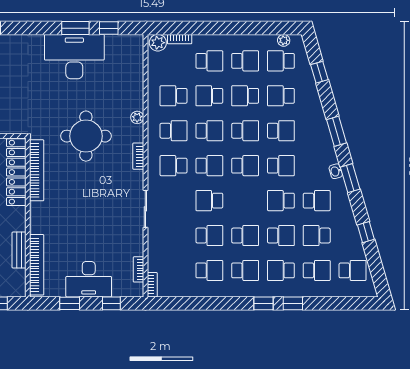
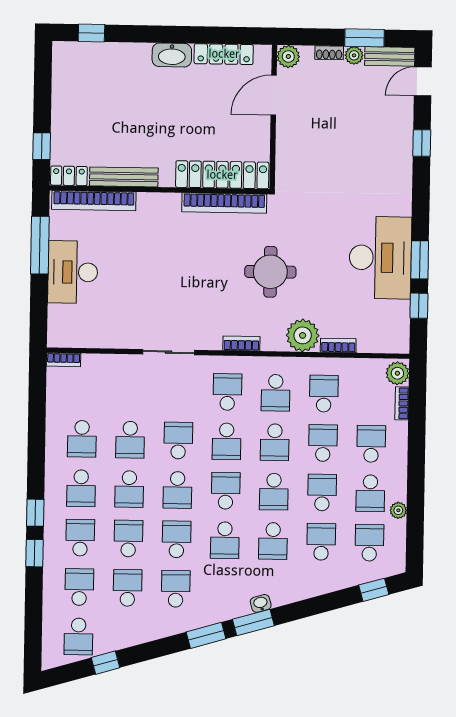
plant: (284, 40) -> (398, 510), moved
school desk: (209, 61) -> (371, 444), turned 180
window: (319, 72) -> (374, 590), moved
plant: (137, 117) -> (303, 335), width x1.88, depth x1.88
window: (337, 131) -> (253, 623), moved
round table: (86, 136) -> (270, 272), width x0.73, depth x0.73
school desk: (245, 166) -> (226, 491), turned 180
washbasin: (336, 171) -> (261, 603), moved
school desk: (245, 201) -> (177, 490), added
school desk: (317, 201) -> (176, 589), turned 180
window: (366, 232) -> (105, 663), moved
school desk: (281, 236) -> (128, 538), turned 180
bench: (19, 250) -> (124, 177), width x1.36
bookcase: (138, 269) -> (338, 345), moved
school desk: (317, 270) -> (79, 587), turned 180
locker: (19, 283) -> (69, 176), added
window: (70, 303) -> (40, 245), width x2.17
window: (111, 303) -> (39, 303), removed

